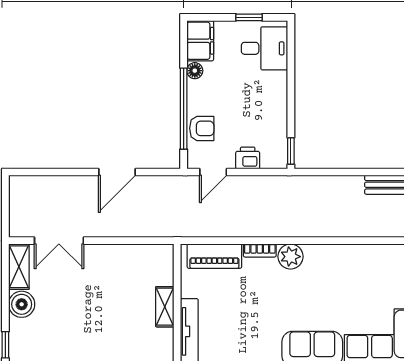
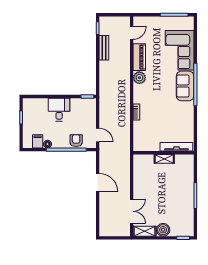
filing cabinet: (200, 41) -> (38, 141), width x0.50
desk: (264, 48) -> (59, 110), moved
printer: (248, 158) -> (91, 118), removed
piano: (214, 256) -> (139, 57), moved
plant: (291, 257) -> (139, 78), moved

